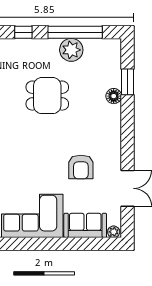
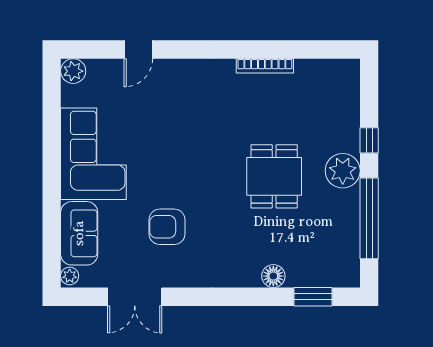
plant: (71, 50) -> (343, 171), moved
window: (127, 82) -> (313, 297), moved

